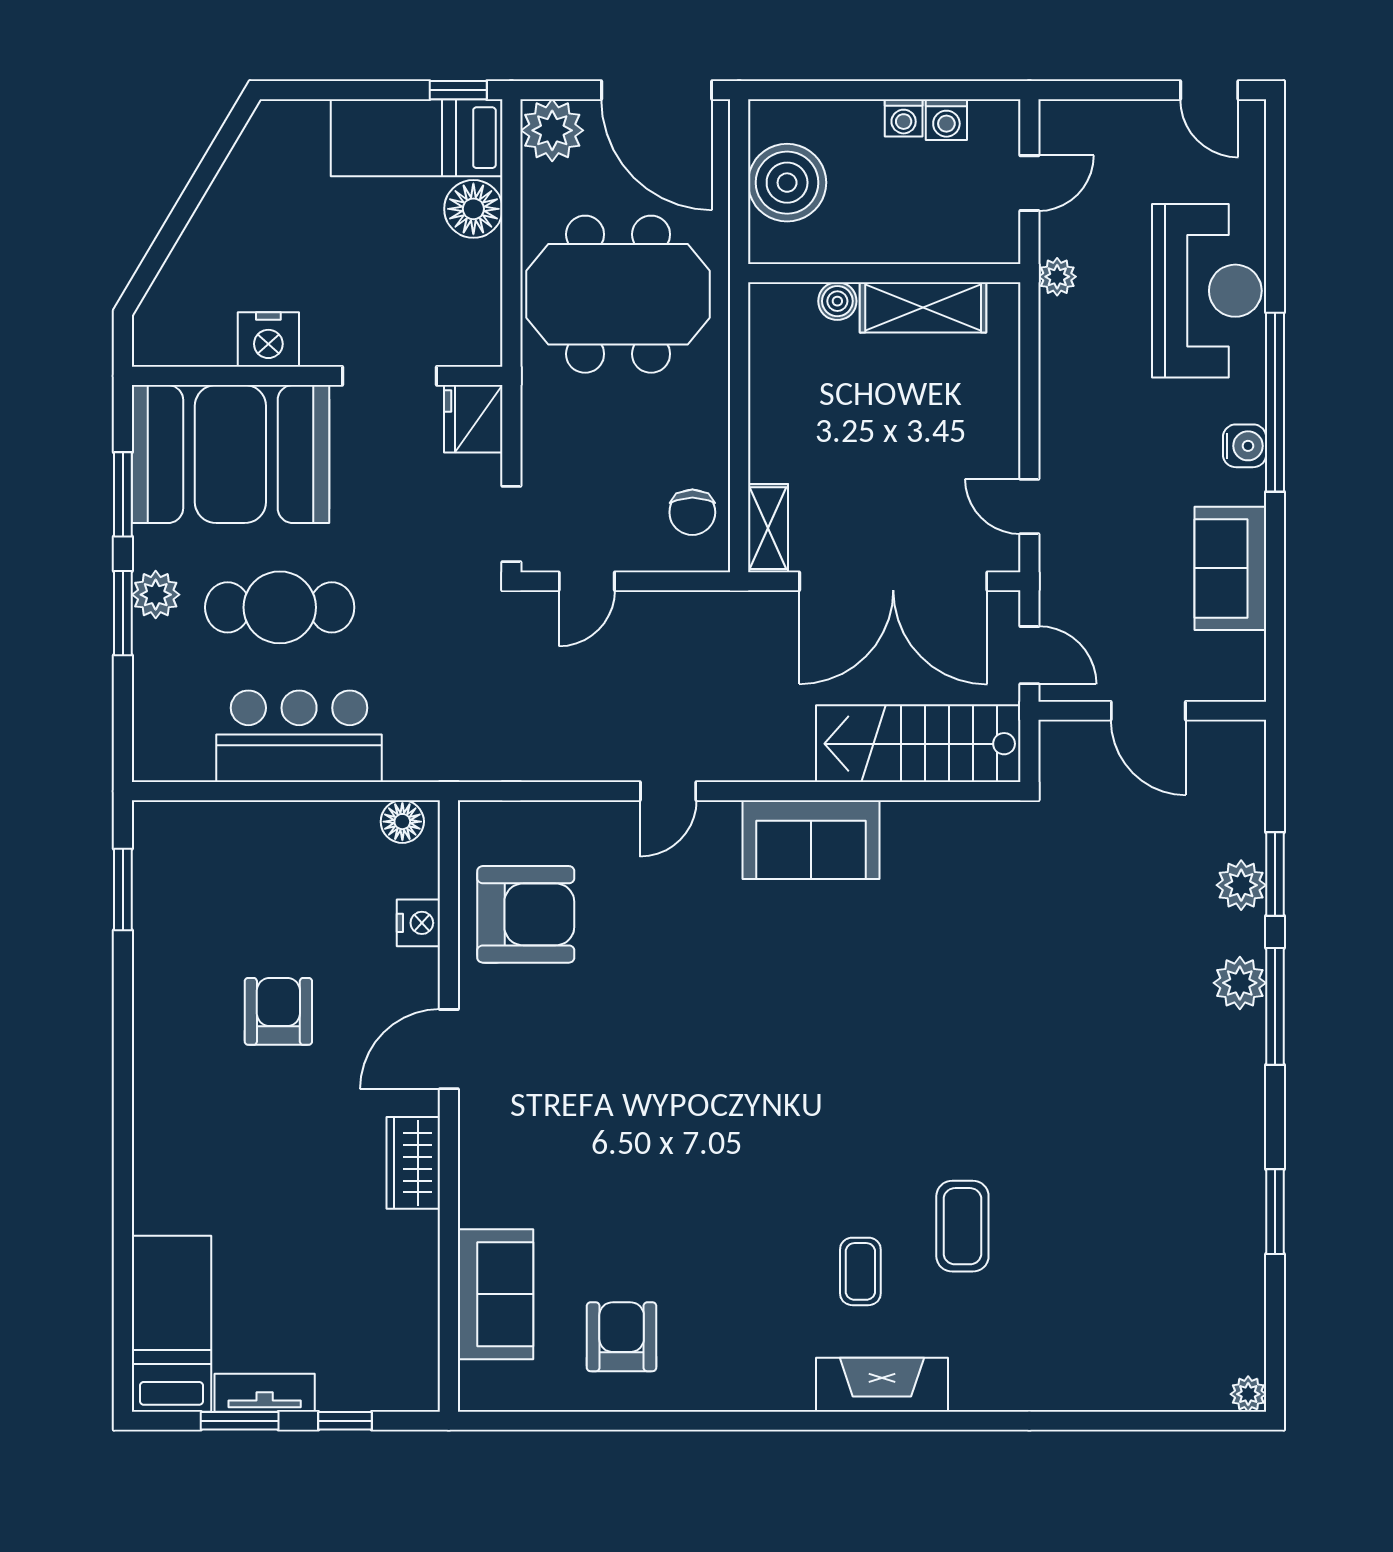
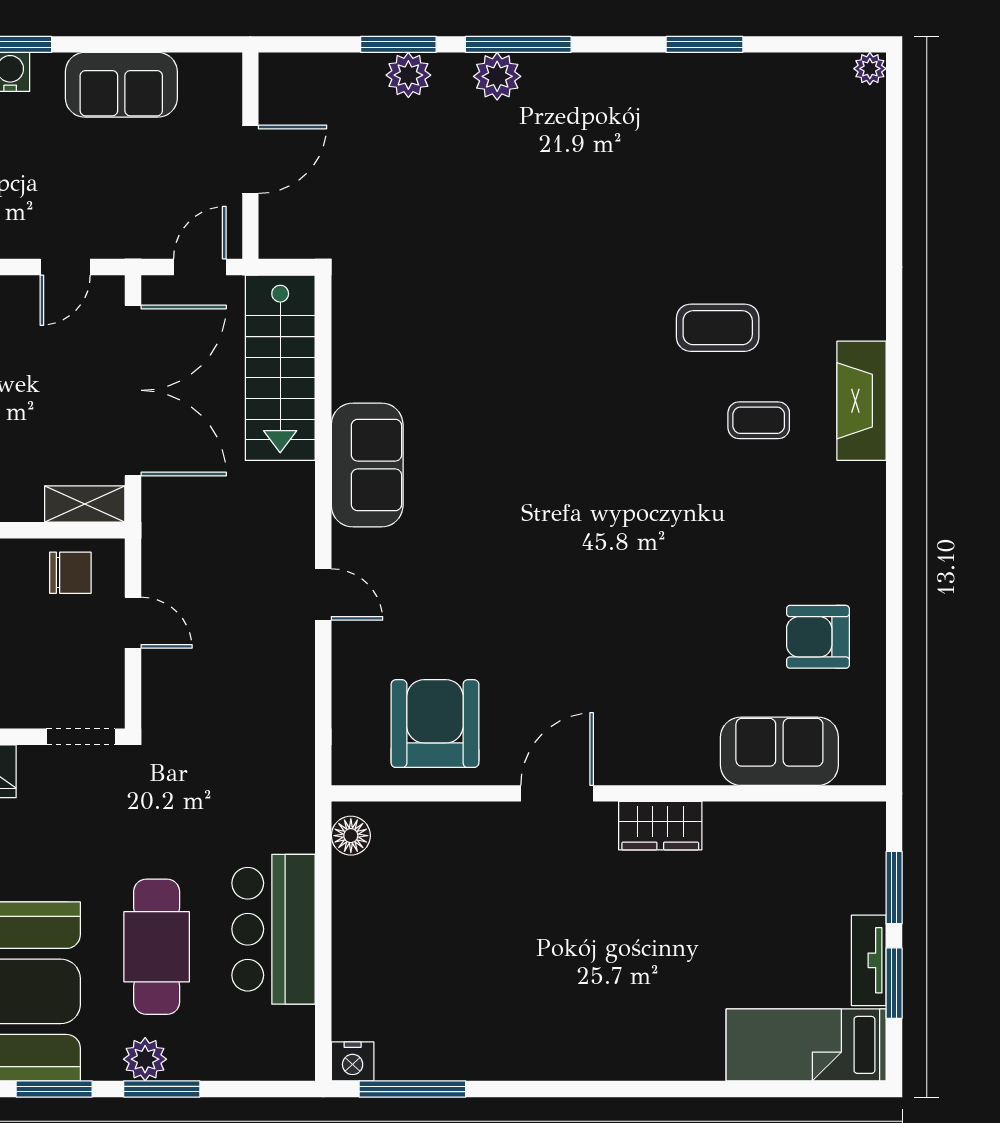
door: (587, 581) -> (133, 623), moved
window: (123, 890) -> (412, 1089), width x1.44
nightstand: (418, 923) -> (353, 1061), moved, turned 180
armchair: (278, 1011) -> (523, 948), removed
door: (449, 1049) -> (557, 793), swing flipped
window: (345, 1421) -> (894, 888), width x1.50

